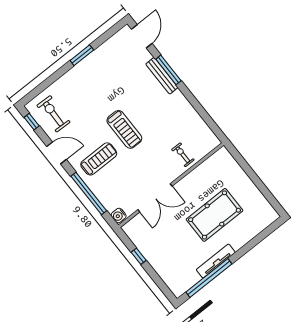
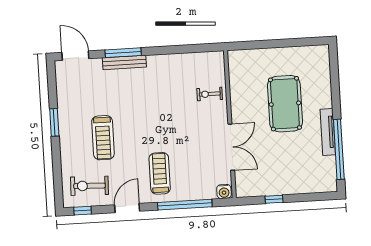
treadmill: (124, 129) -> (103, 138), moved, turned 90

